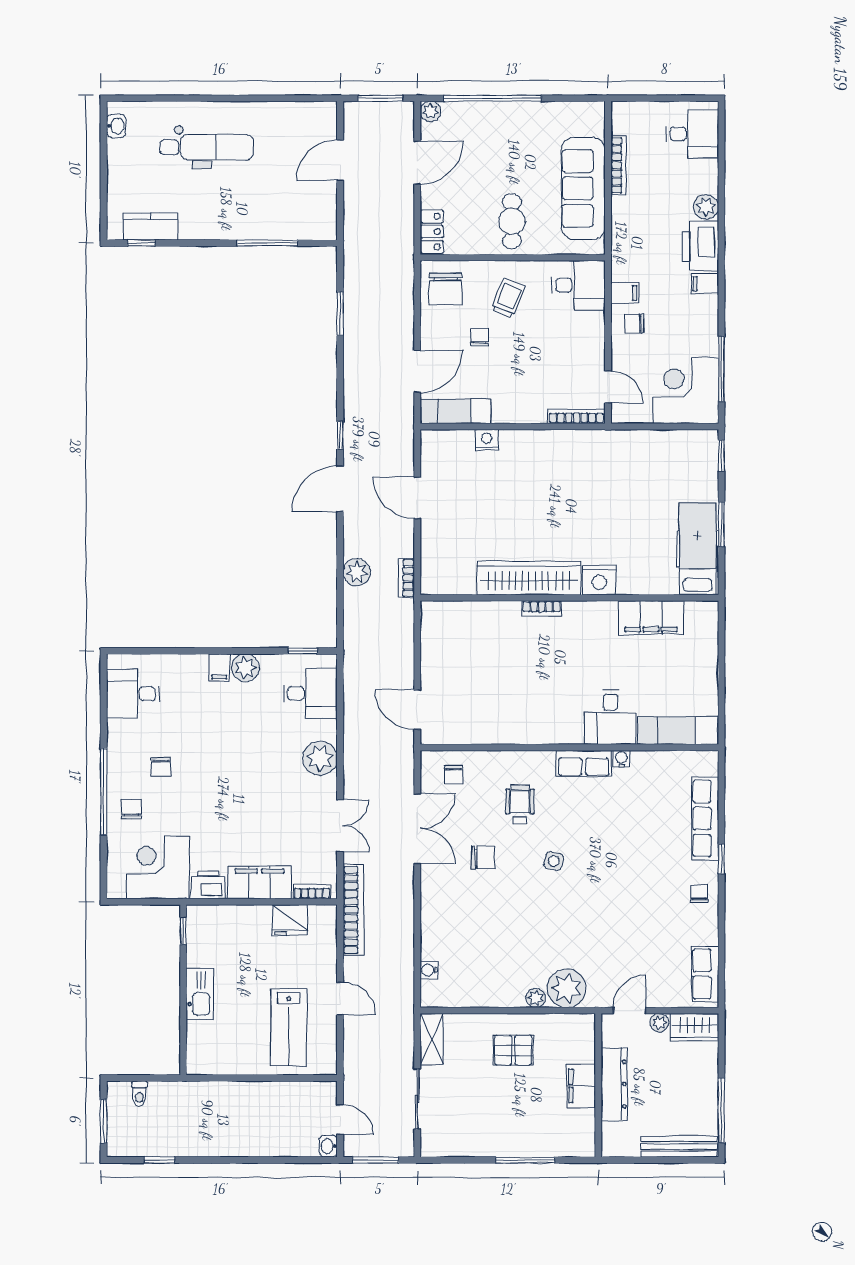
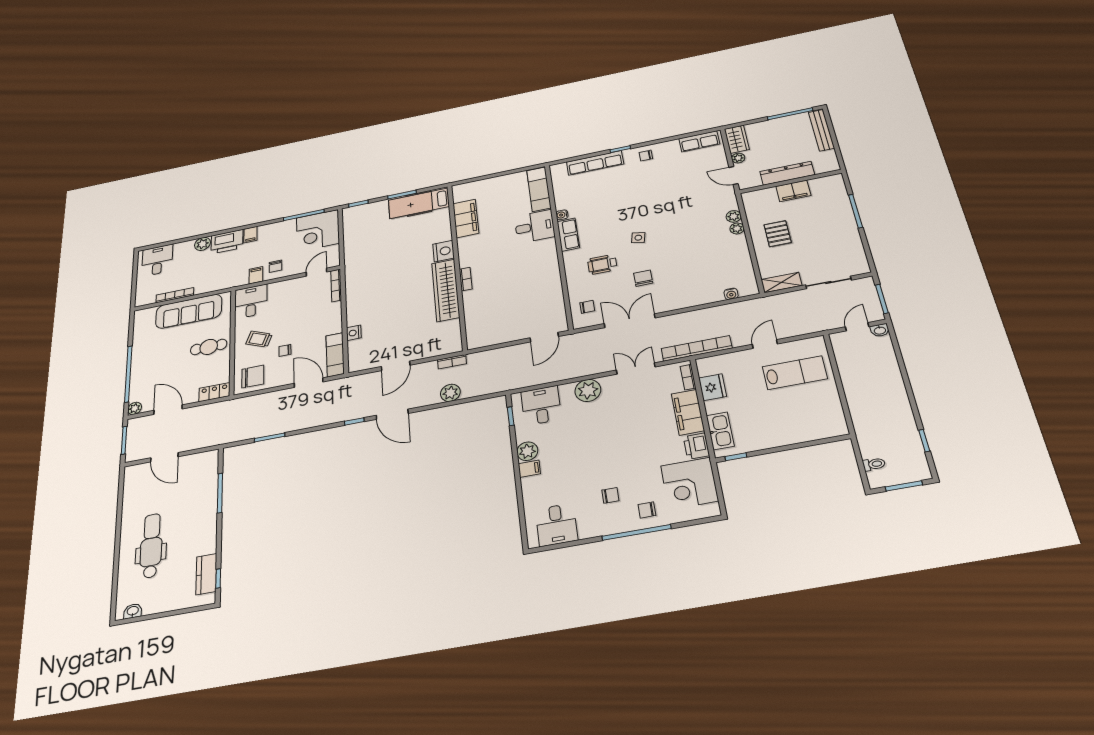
plant: (567, 988) -> (734, 216), width x0.53, depth x0.53
kitchen sink: (200, 994) -> (720, 431), moved, turned 90

